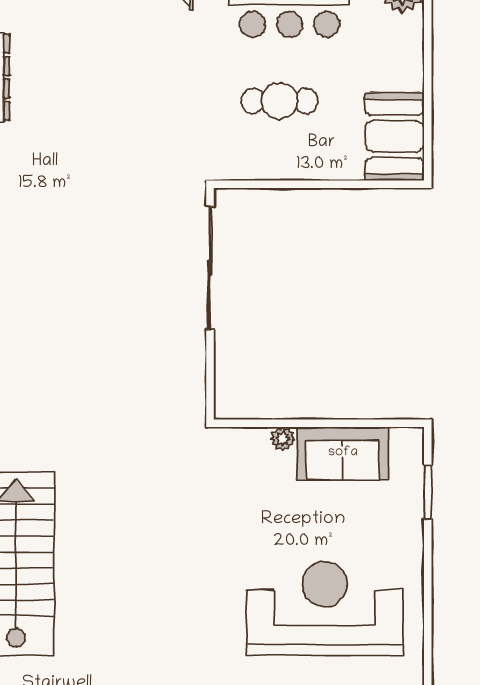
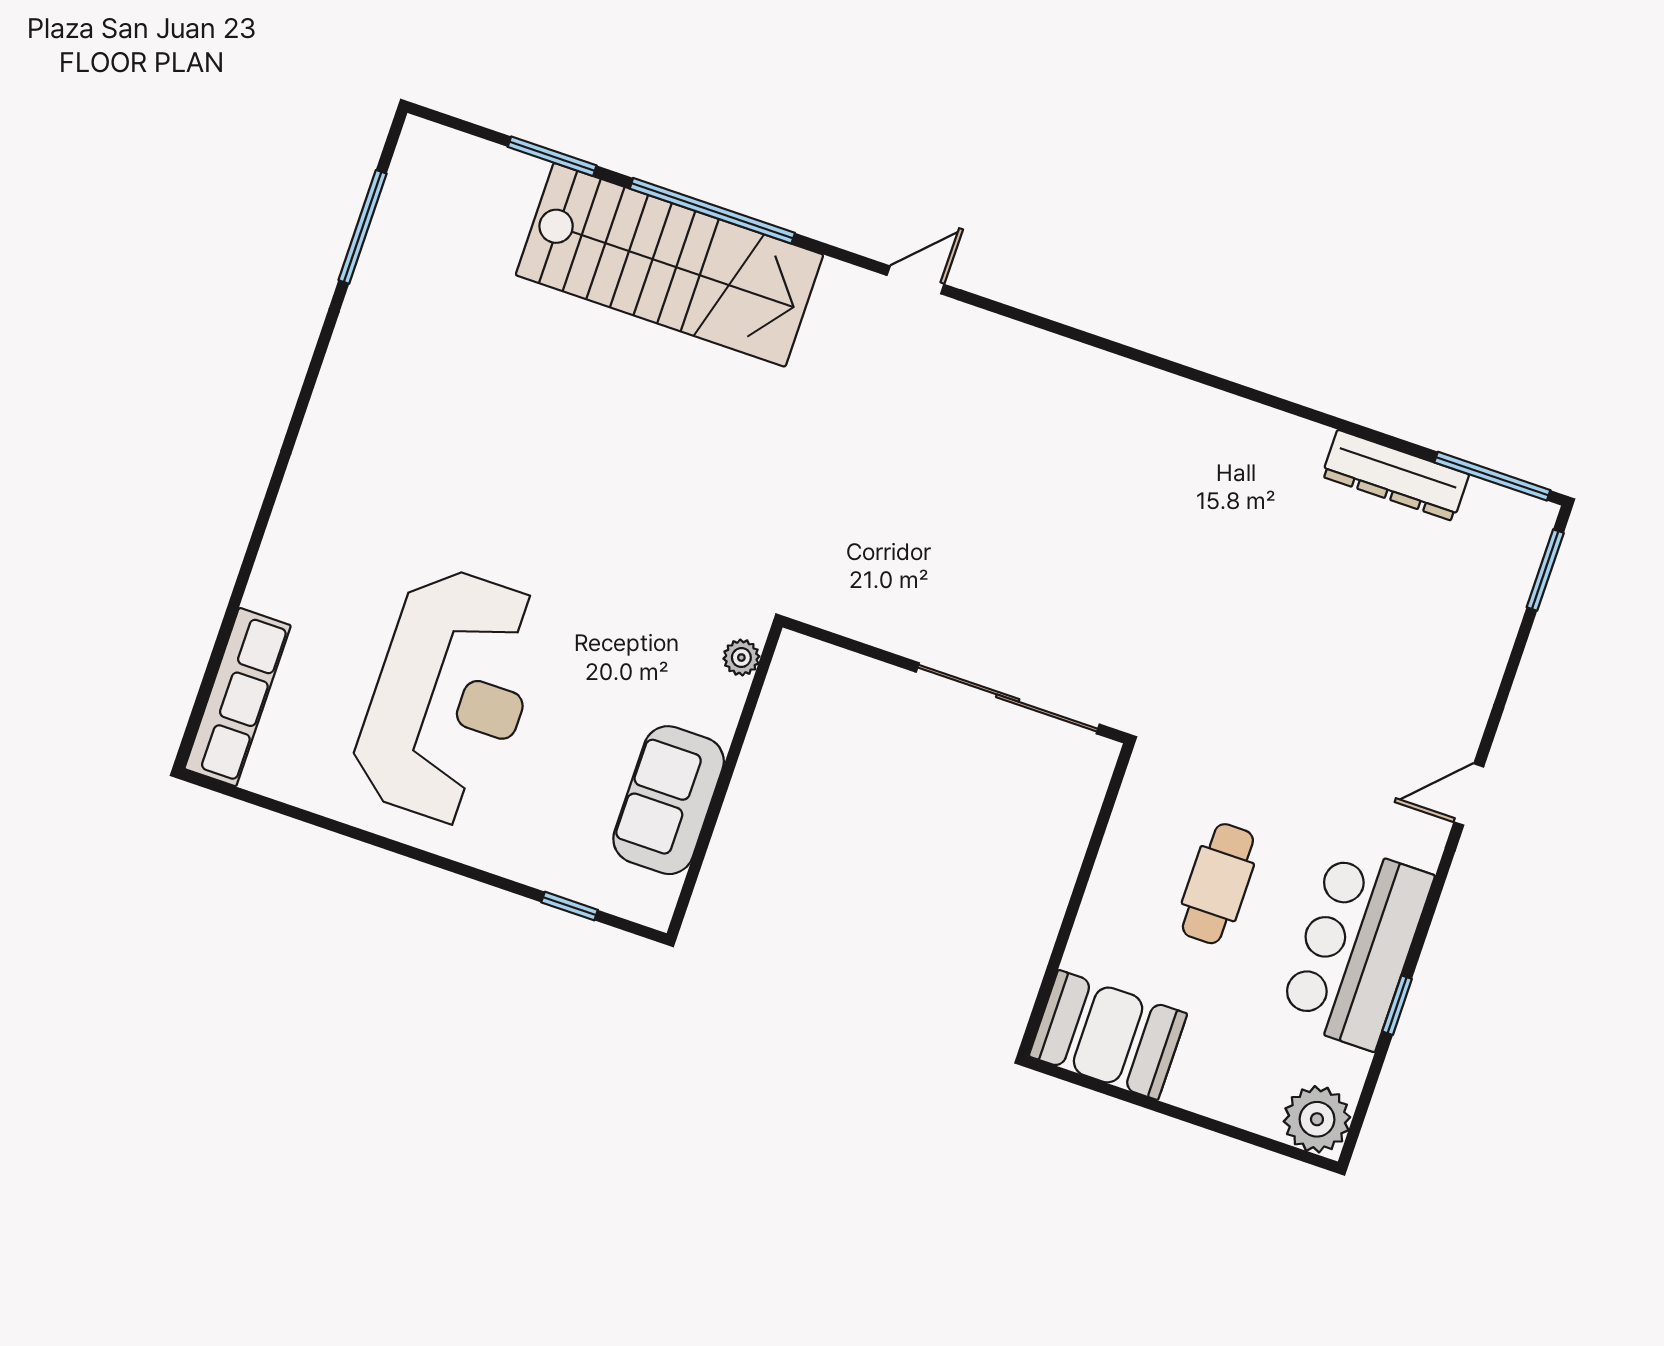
plant: (283, 439) -> (741, 658), moved
window: (428, 492) -> (570, 906), width x0.67

